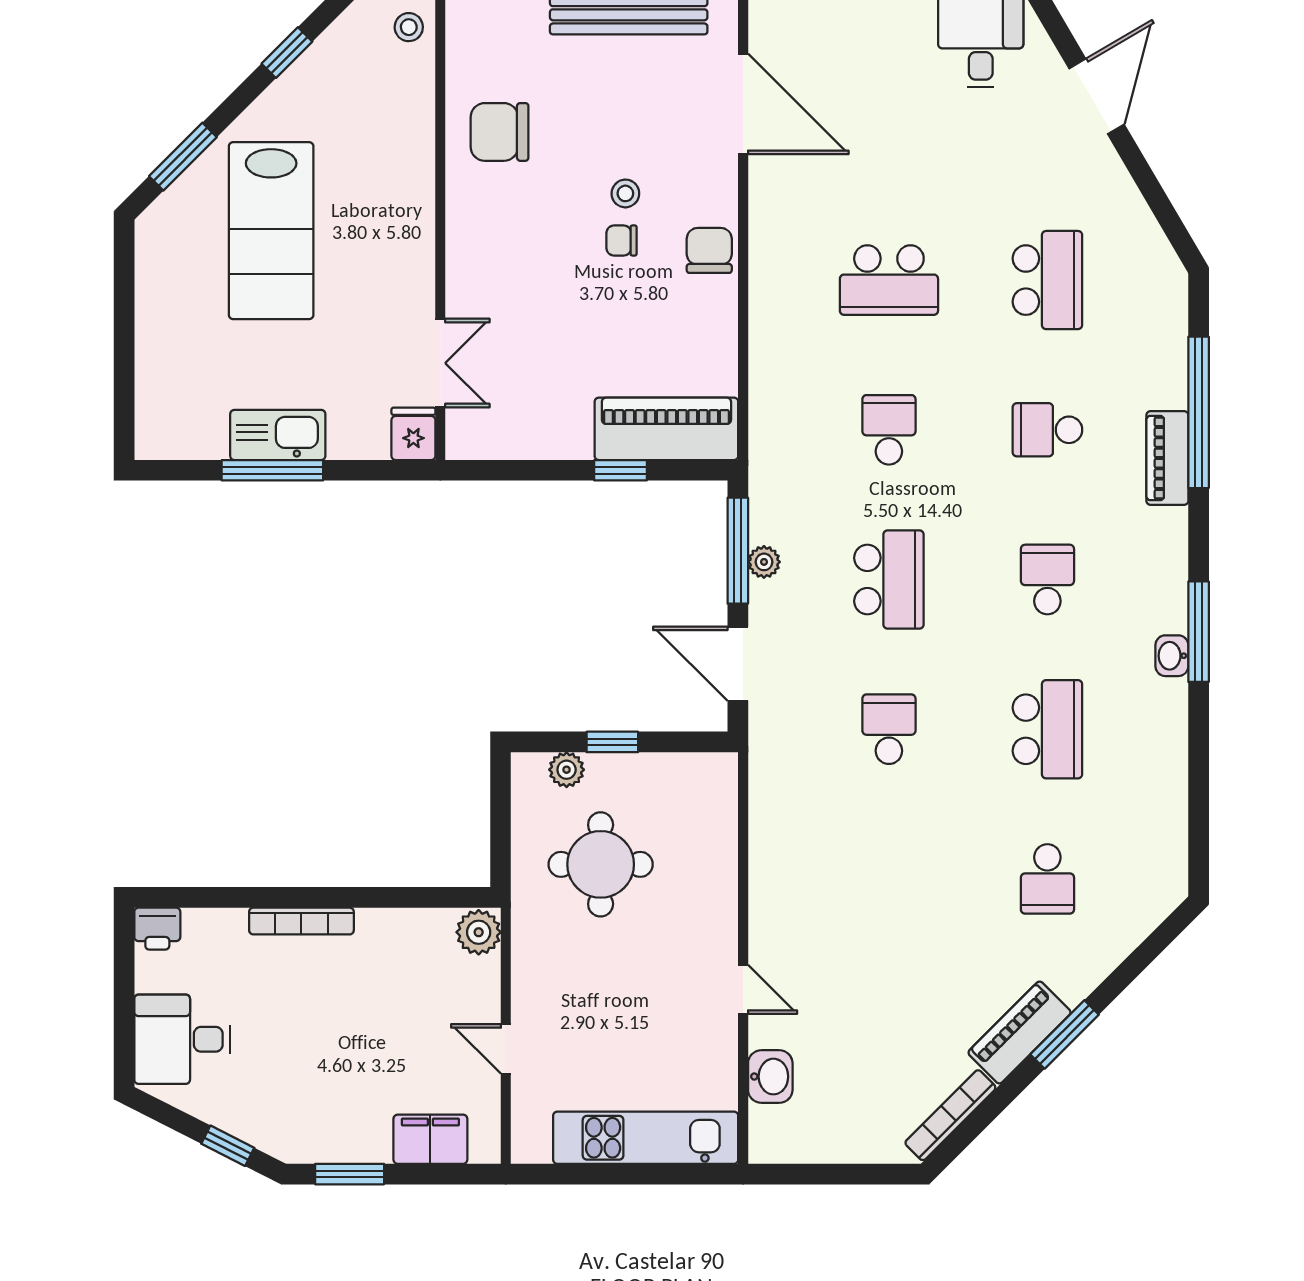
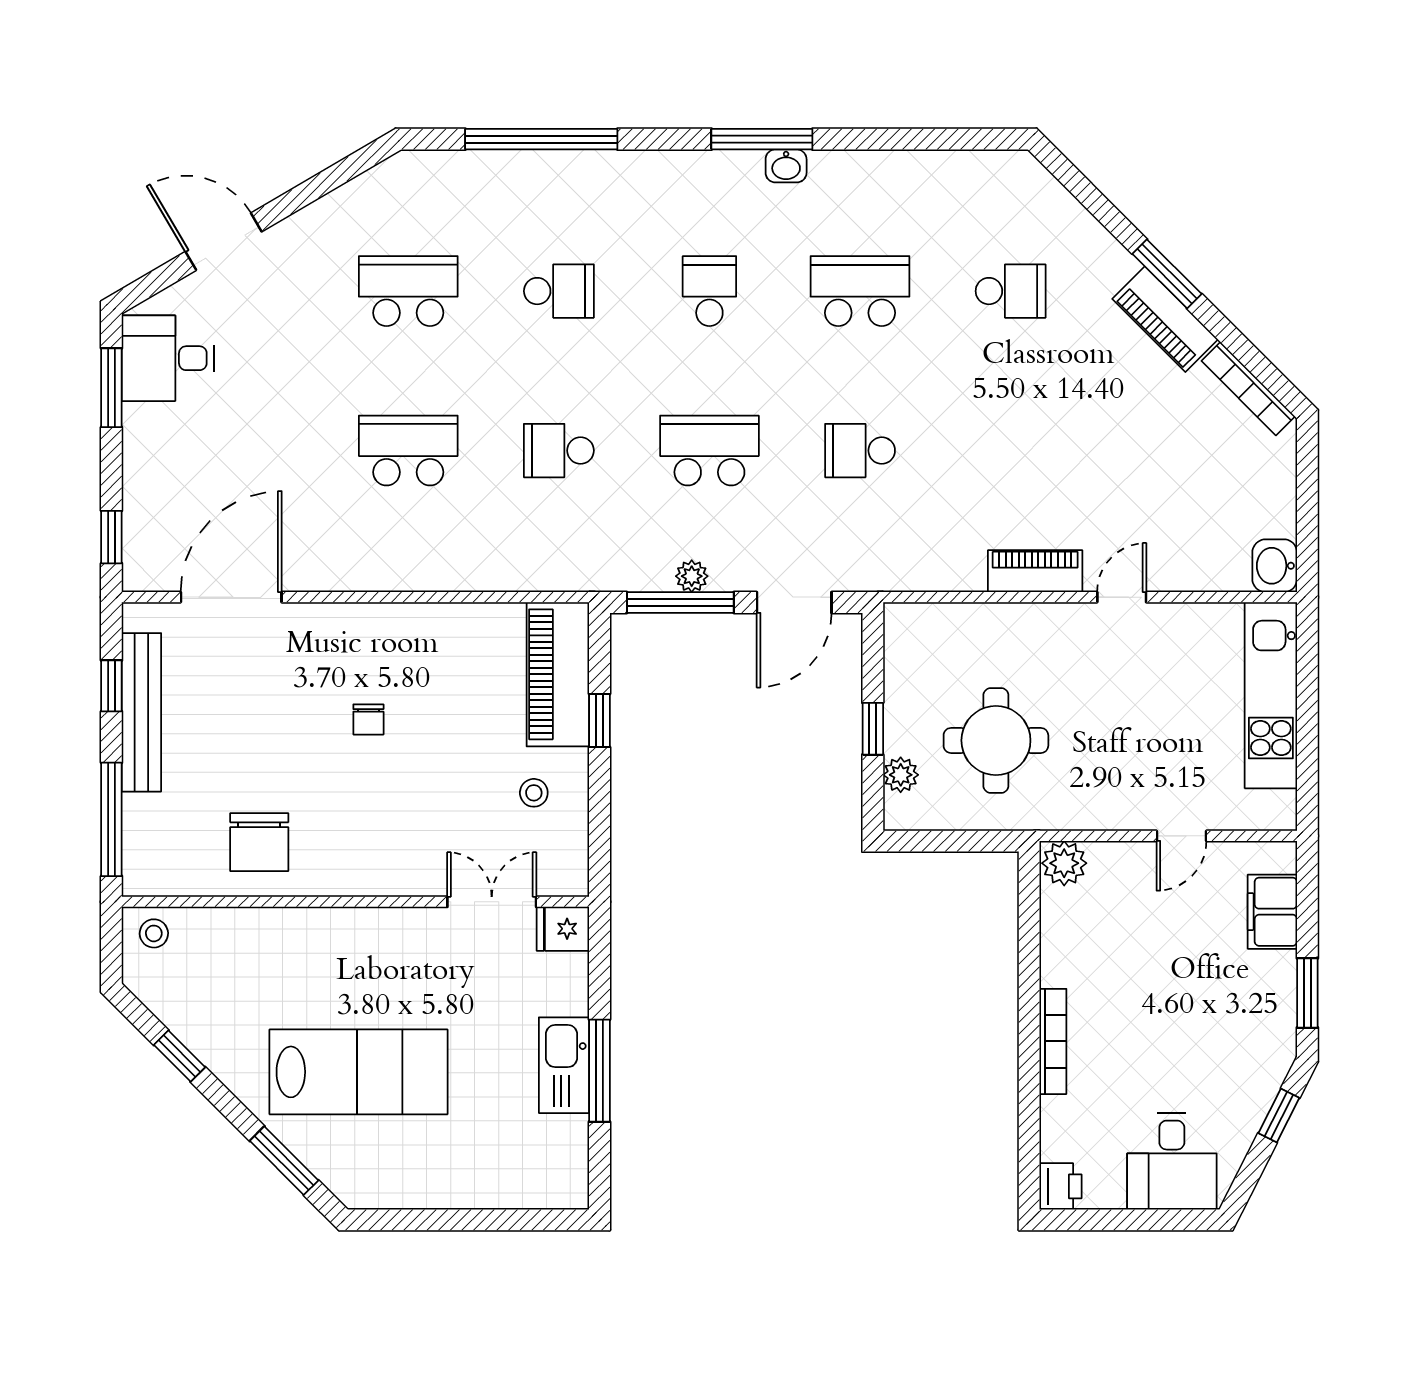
stool: (625, 193) -> (534, 793), moved
chair: (709, 250) -> (378, 631), removed
school desk: (889, 280) -> (408, 451), turned -90
school desk: (1047, 430) -> (559, 291), turned -90
piano: (1167, 458) -> (1035, 571), moved, turned 180
school desk: (1047, 580) -> (709, 291), turned 90
washbasin: (770, 1077) -> (1275, 566), moved, turned -90

